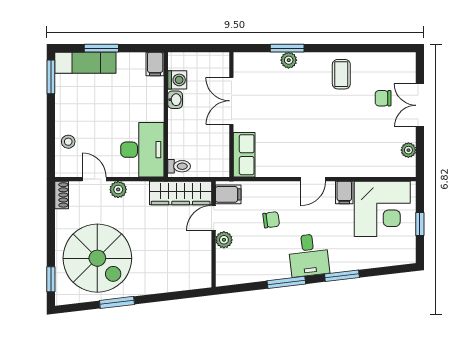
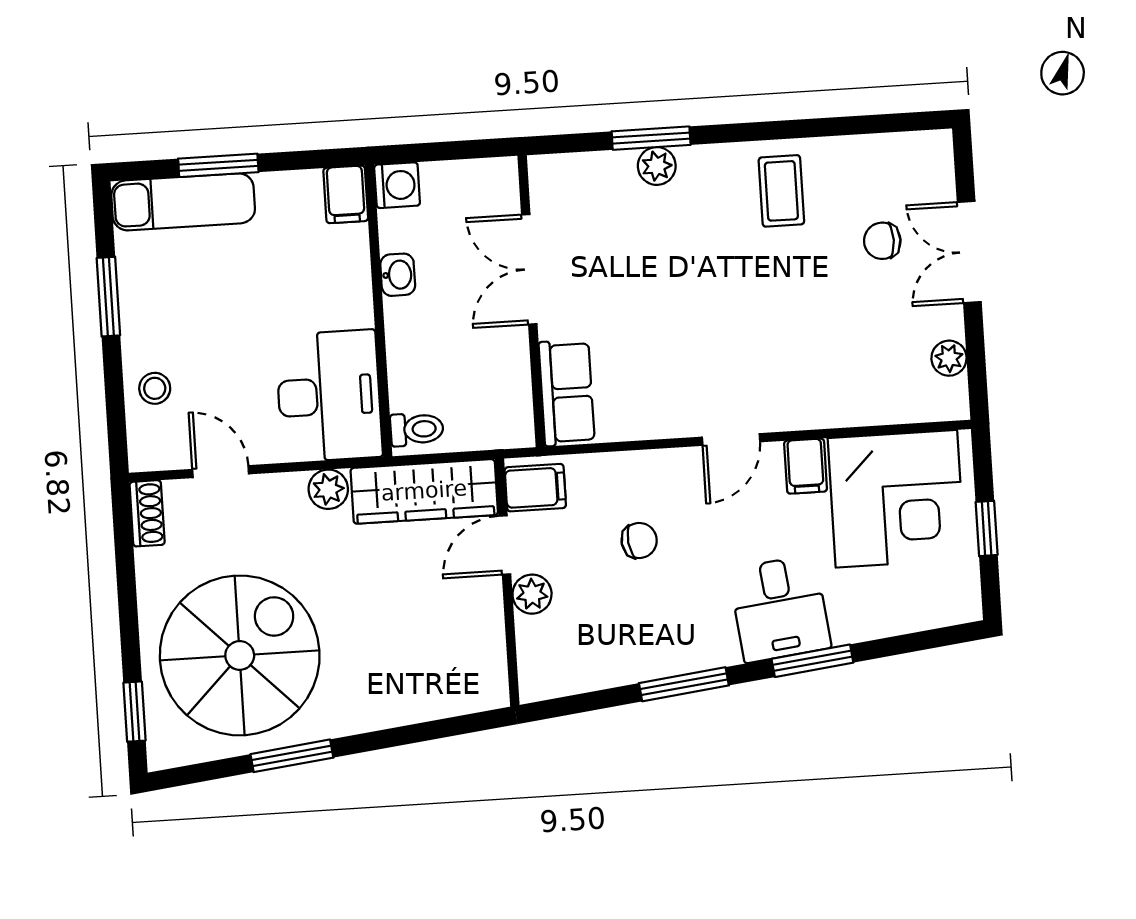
window: (51, 77) -> (108, 297), moved
washing machine: (177, 80) -> (397, 185), moved
plant: (118, 189) -> (328, 489), moved
desk: (309, 255) -> (780, 609), moved
spiral stairs: (97, 258) -> (240, 655), turned -90

